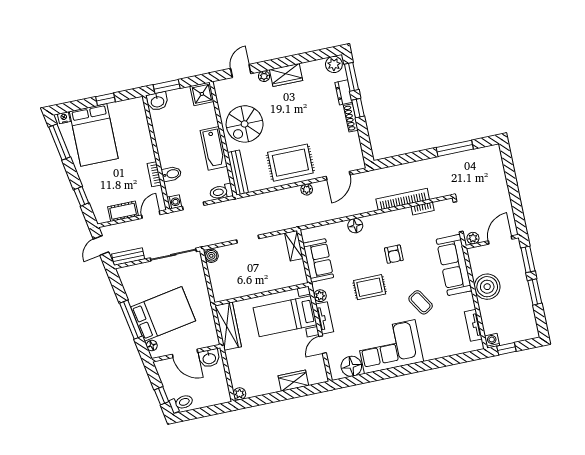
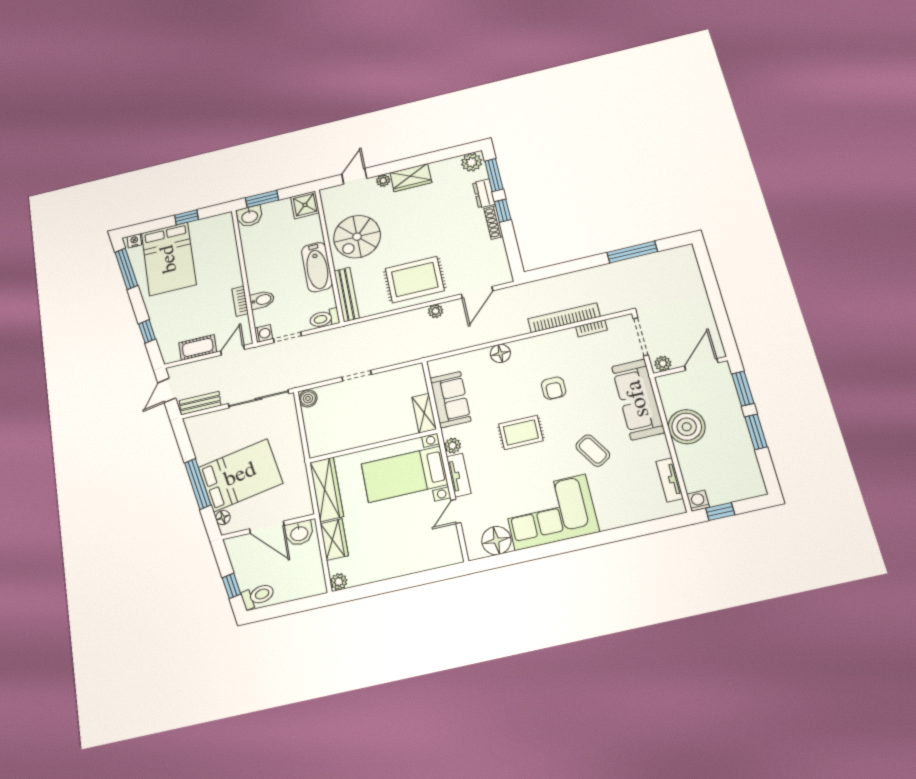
shelving: (294, 246) -> (424, 413), moved
wardrobe: (293, 381) -> (334, 540), moved, turned 90

